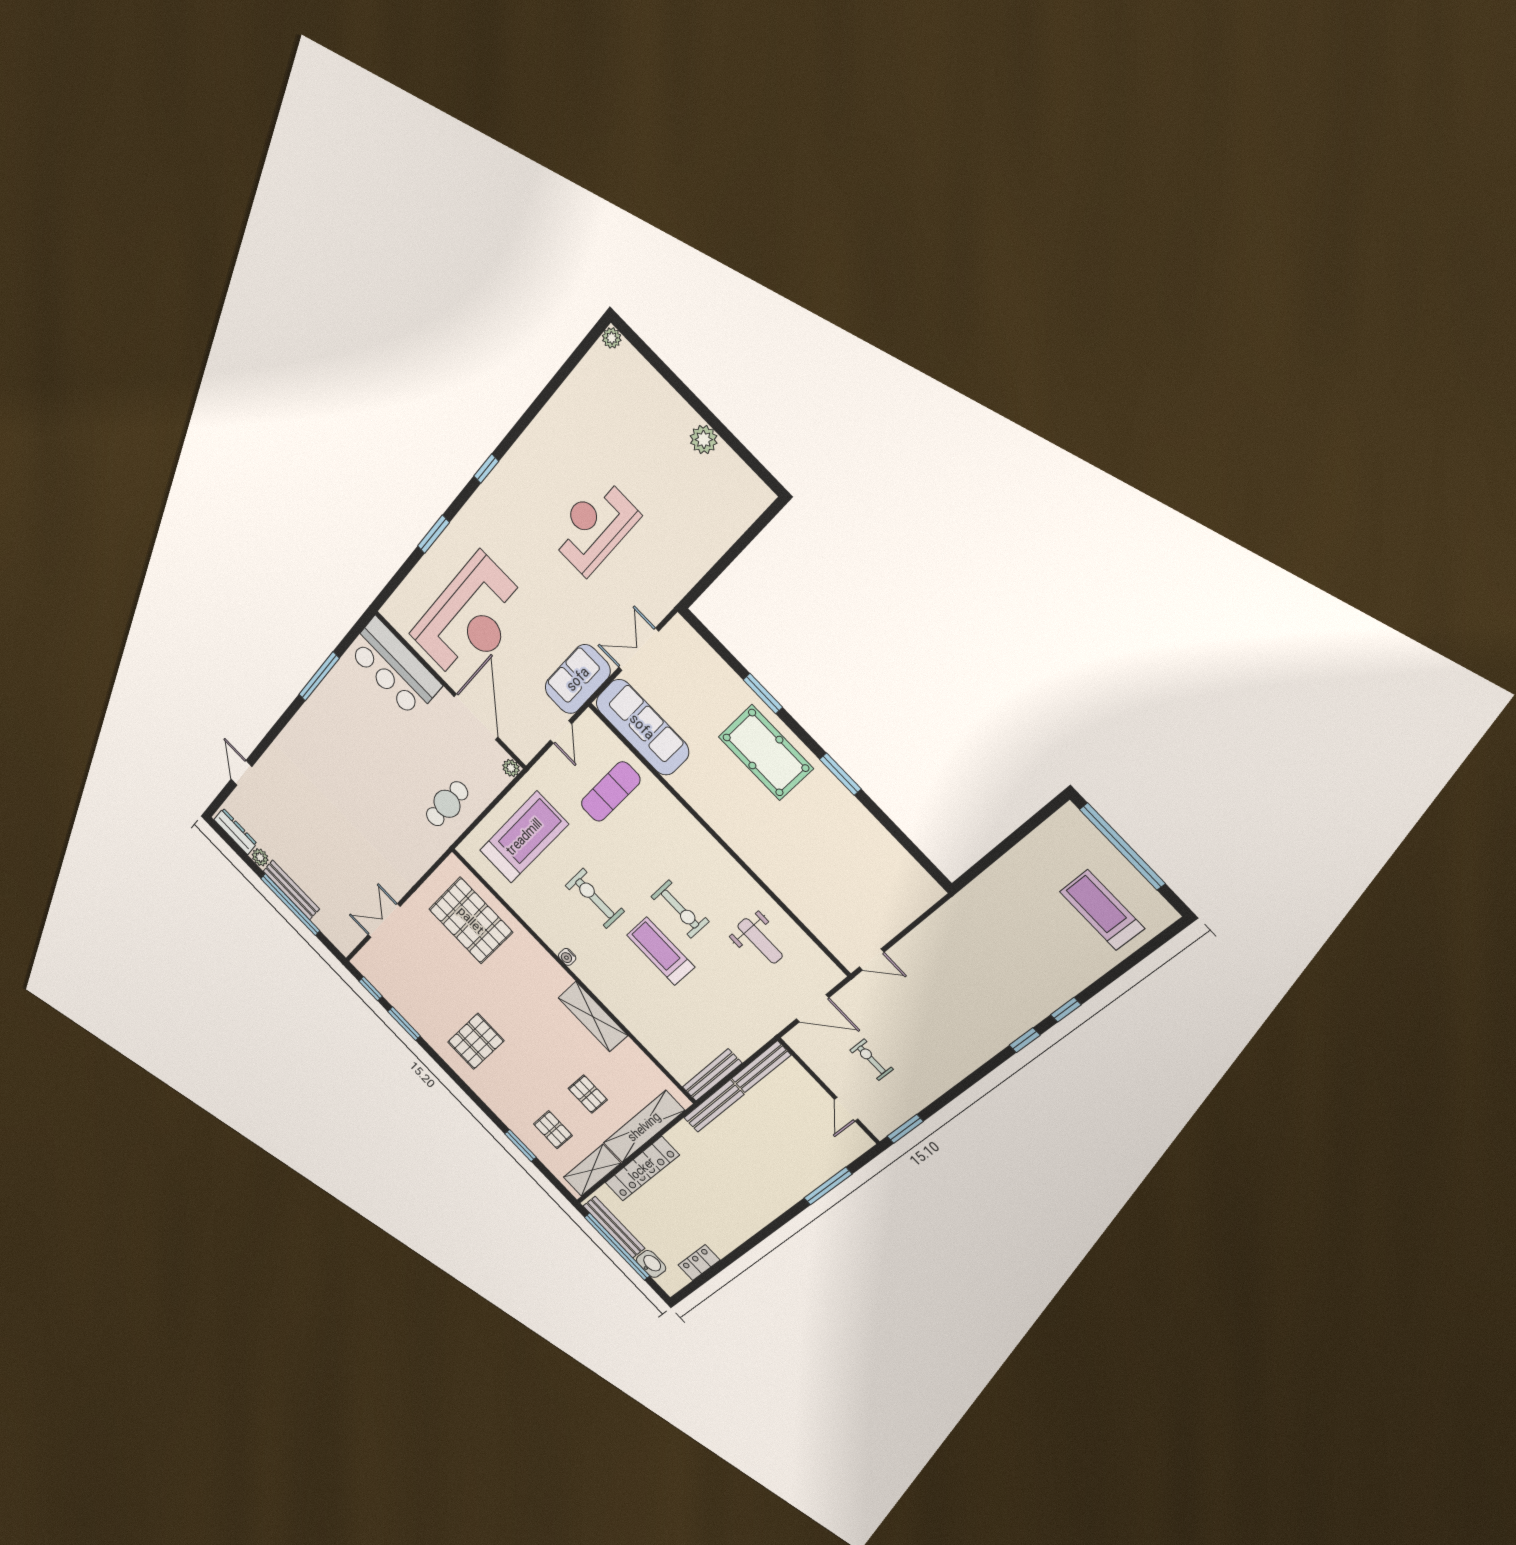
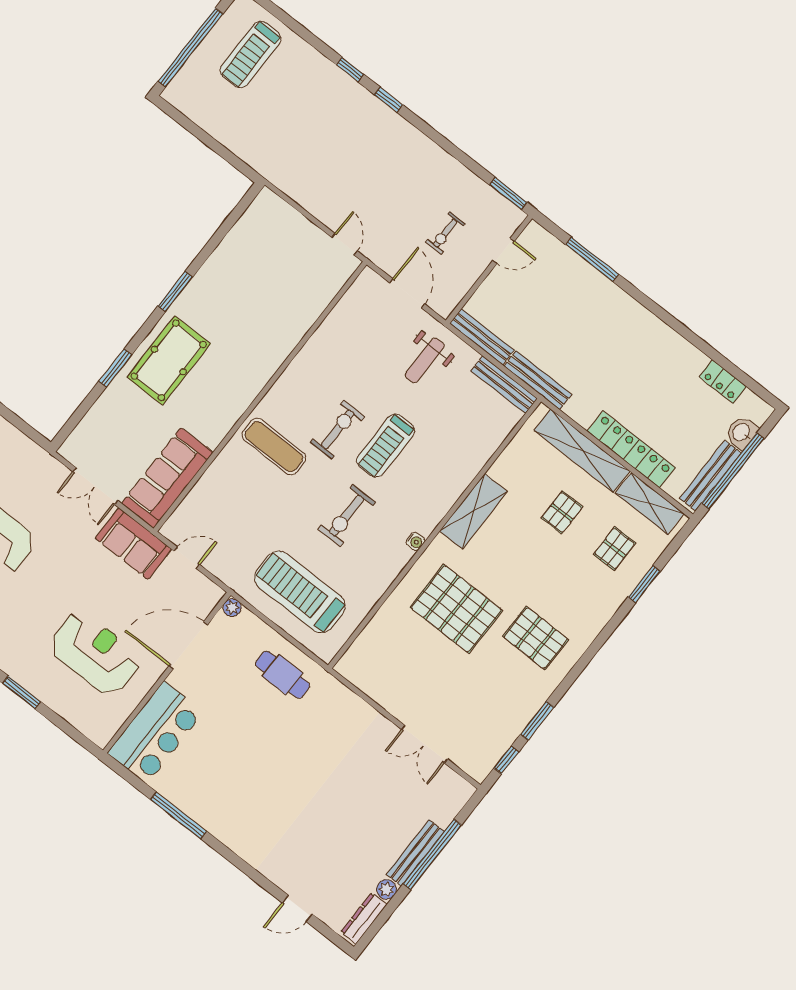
reception desk: (470, 619) -> (95, 653), width x0.74, depth x0.77
exercise mat: (611, 792) -> (274, 447), moved
pallet: (471, 921) -> (456, 609), moved, turned 90
weight bench: (760, 941) -> (425, 360), moved, turned 180

